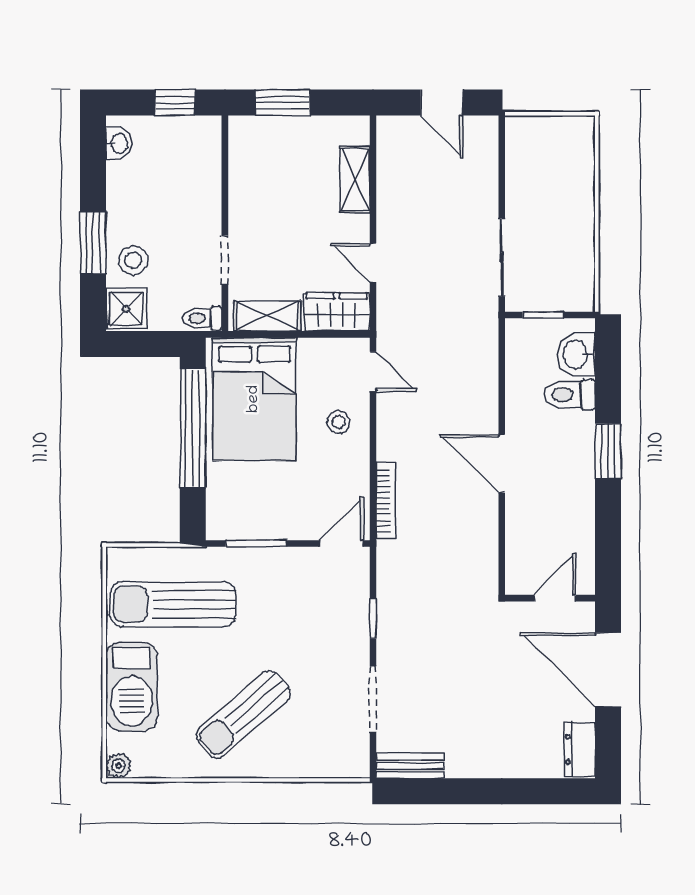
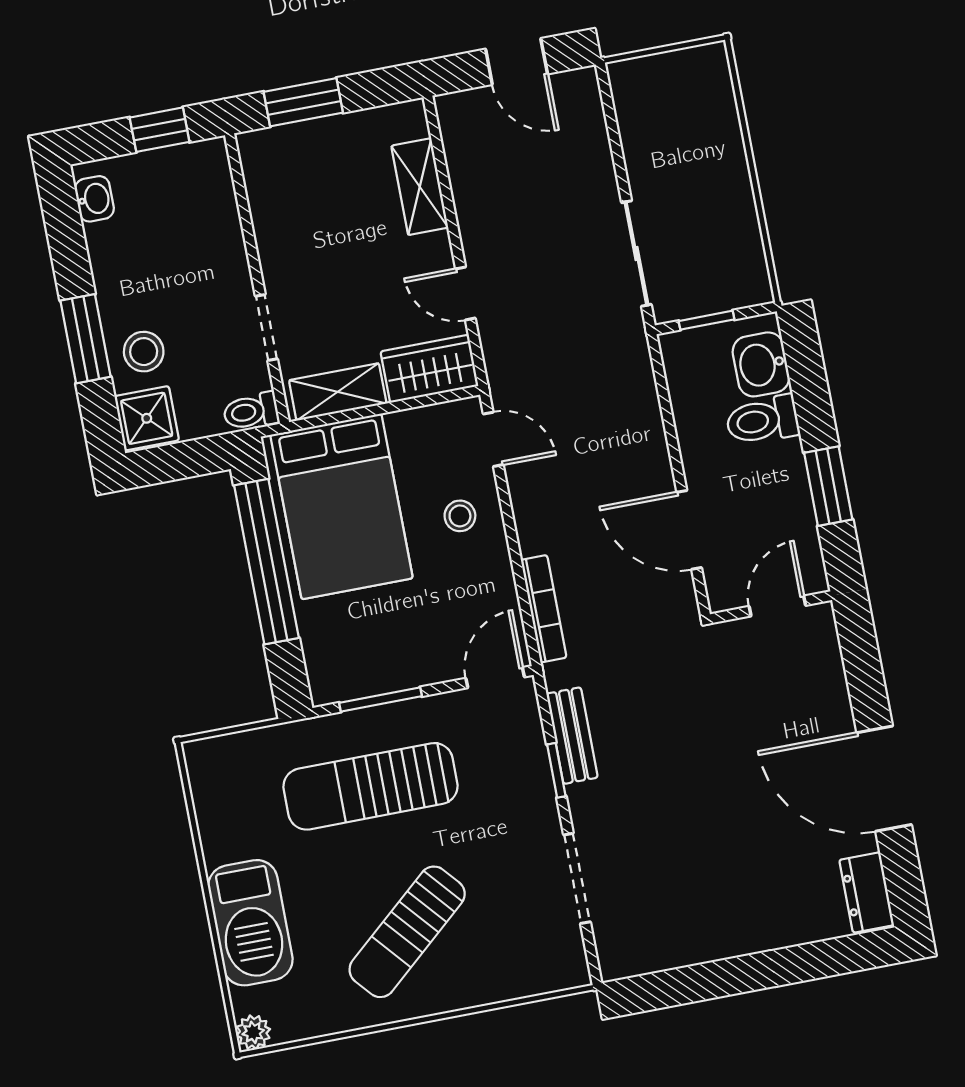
wall: (550, 598) -> (771, 607), moved
door: (555, 598) -> (777, 606), moved
sun lounger: (173, 604) -> (370, 786), moved
bench: (410, 766) -> (572, 736), moved, turned 90

